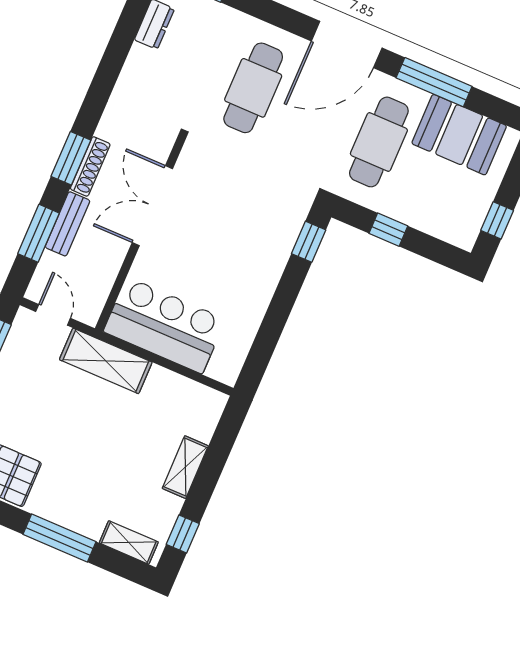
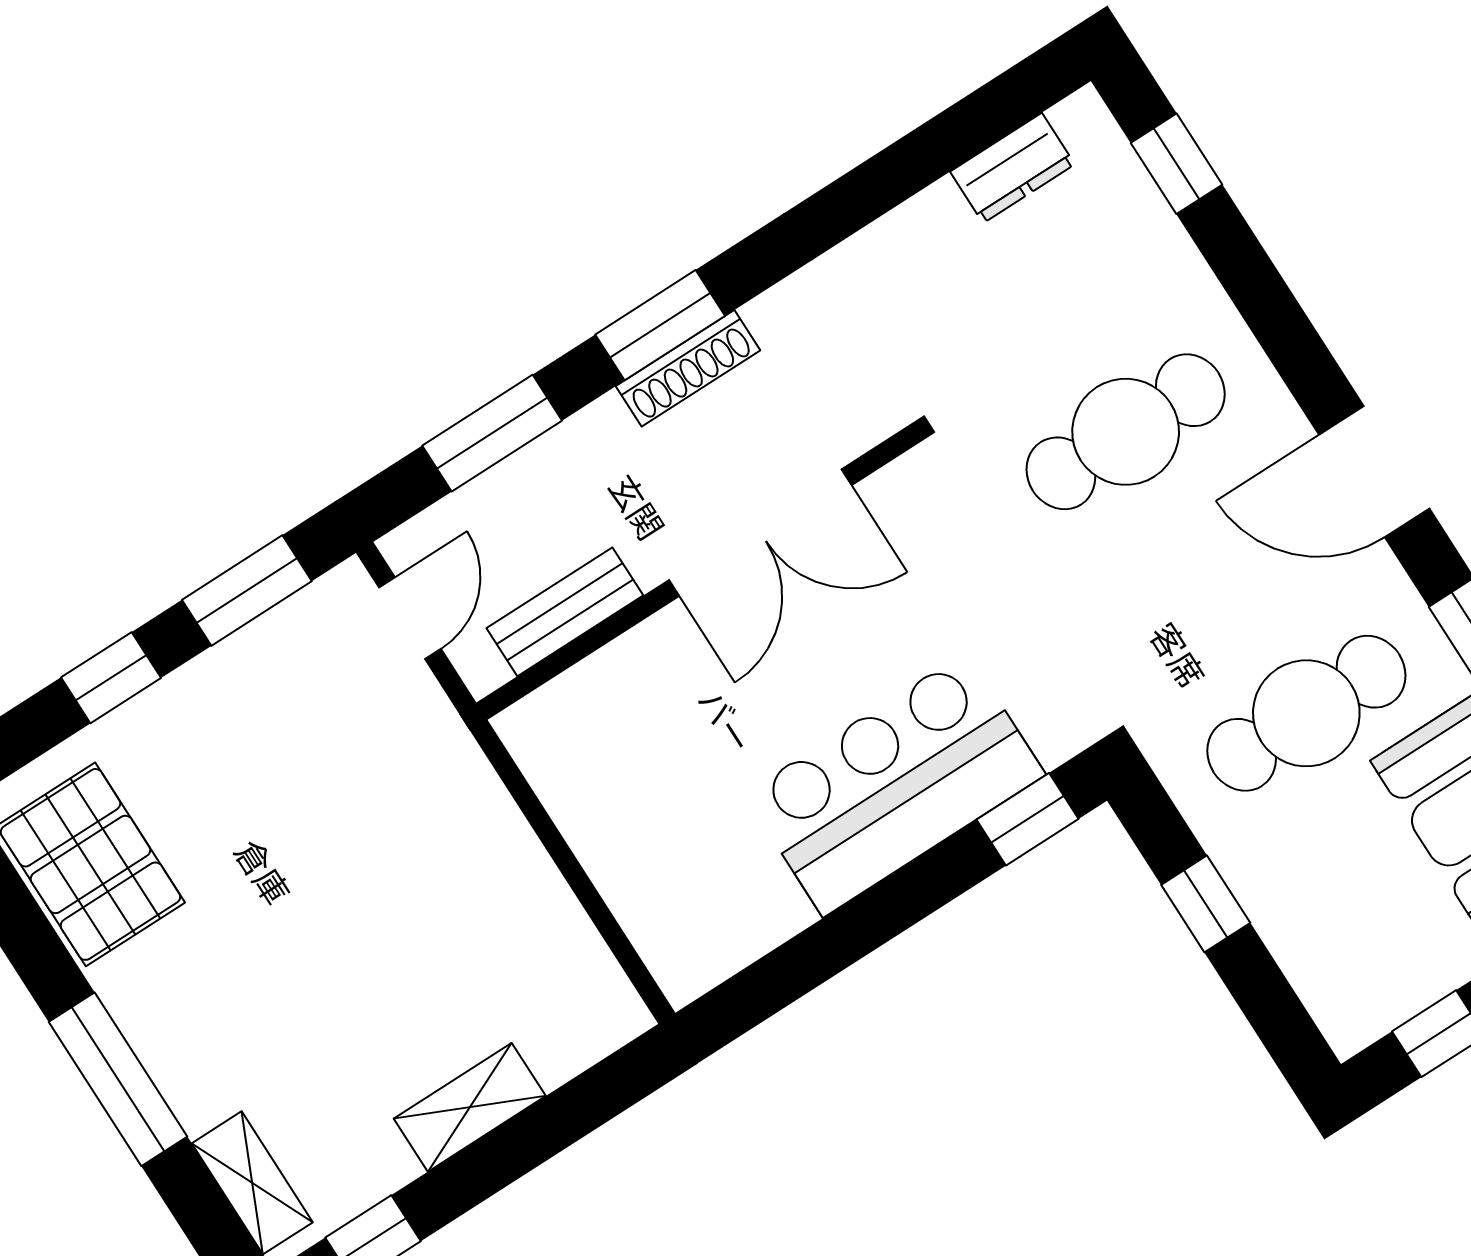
door: (347, 45) -> (1374, 472), width x0.73
double door: (152, 206) -> (760, 533), swing flipped
bench: (68, 224) -> (565, 612), moved
bar counter: (164, 325) -> (895, 784), moved, turned -90
shelving: (106, 361) -> (454, 784), removed

